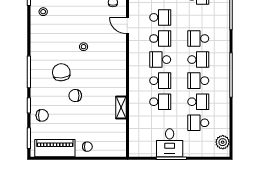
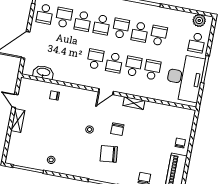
school desk: (160, 17) -> (83, 21), moved, turned 180
door: (127, 26) -> (106, 92), moved
chair: (75, 96) -> (117, 129), moved
shelving: (121, 108) -> (134, 103), moved
school desk: (198, 123) -> (197, 43), moved
desk: (170, 143) -> (185, 78), width x1.87, depth x1.30

